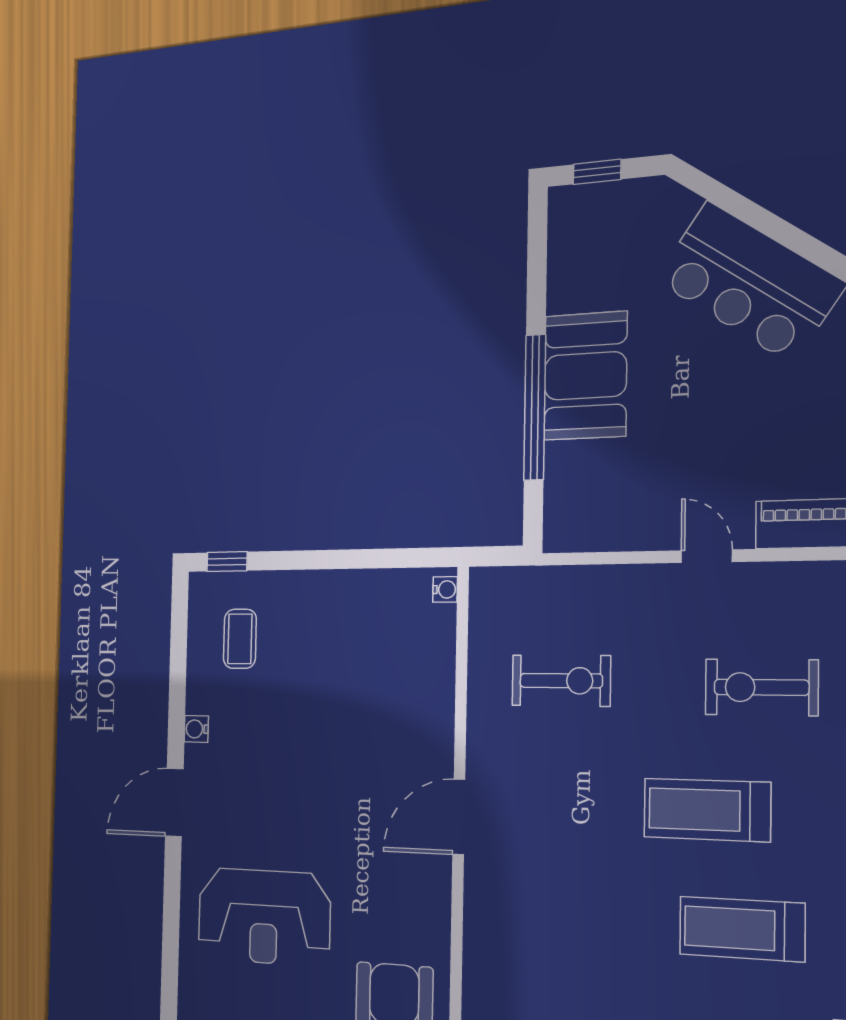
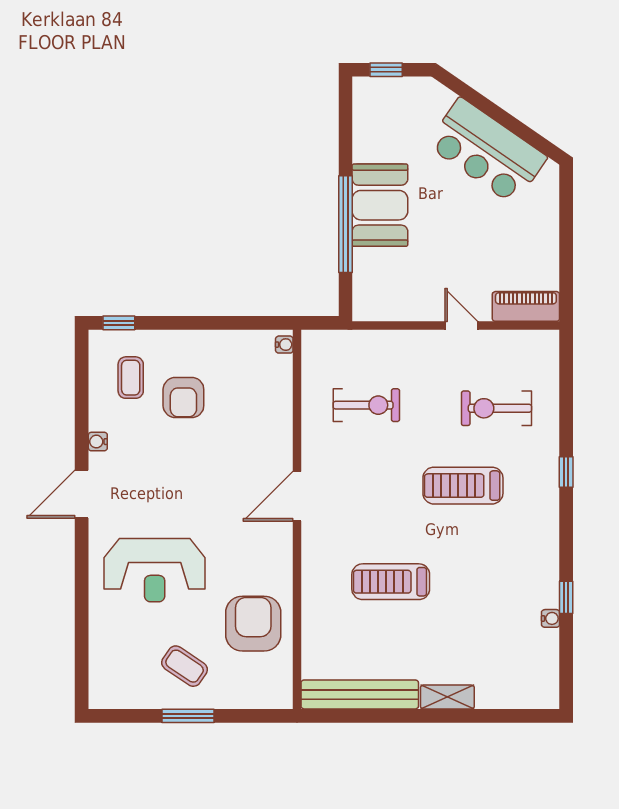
armchair: (307, 668) -> (183, 398), added
treadmill: (742, 929) -> (391, 582), moved

